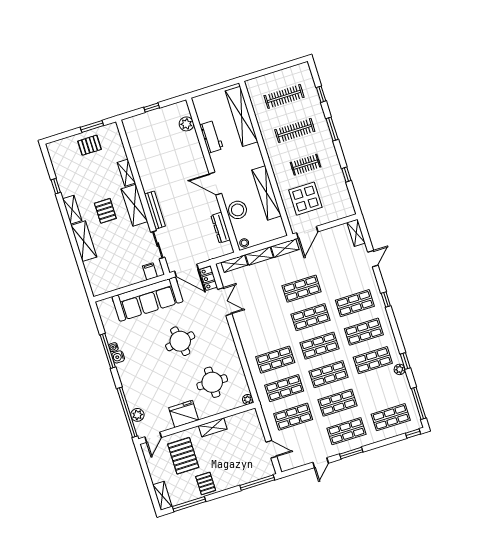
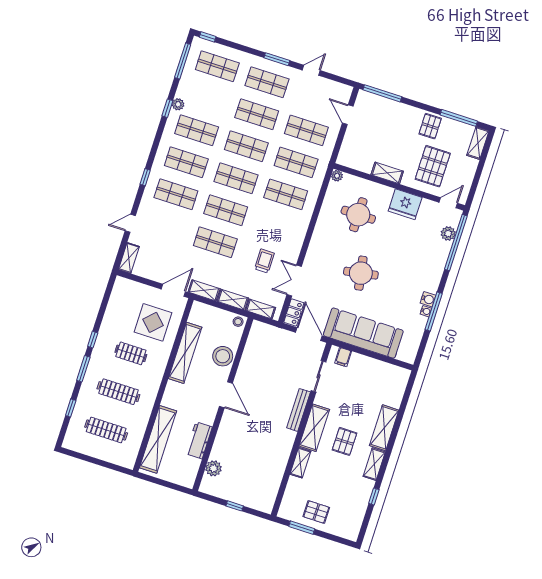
window: (346, 175) -> (93, 340), moved
dresser: (221, 228) -> (250, 351), removed
trolley: (256, 300) -> (264, 261), added

